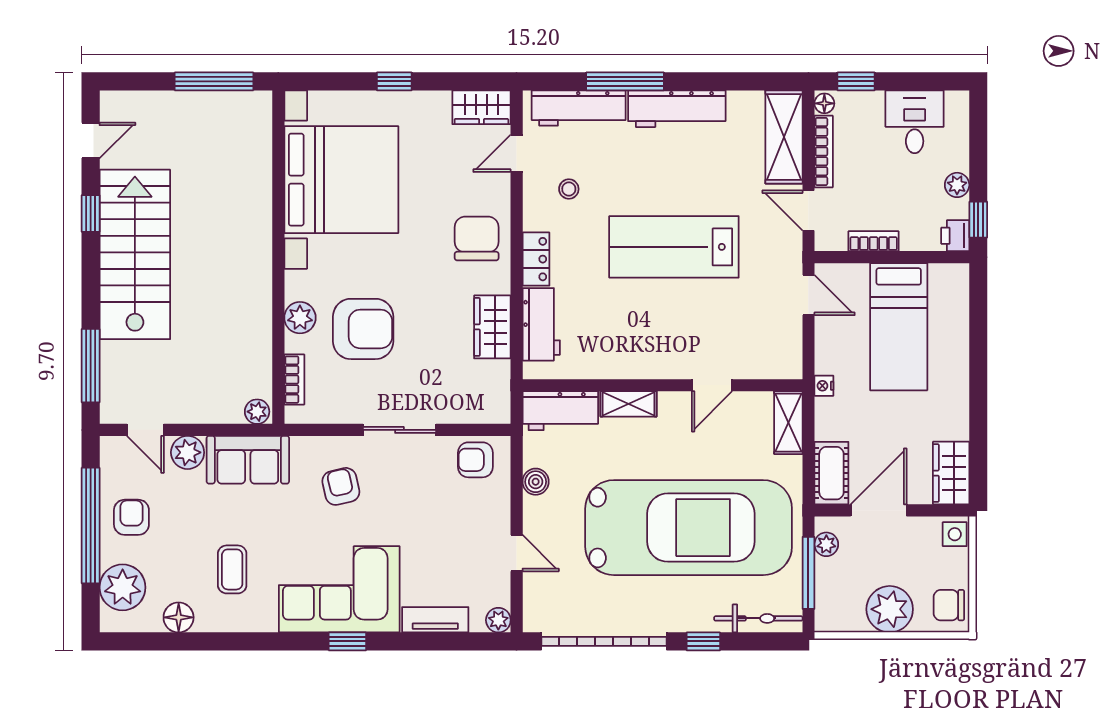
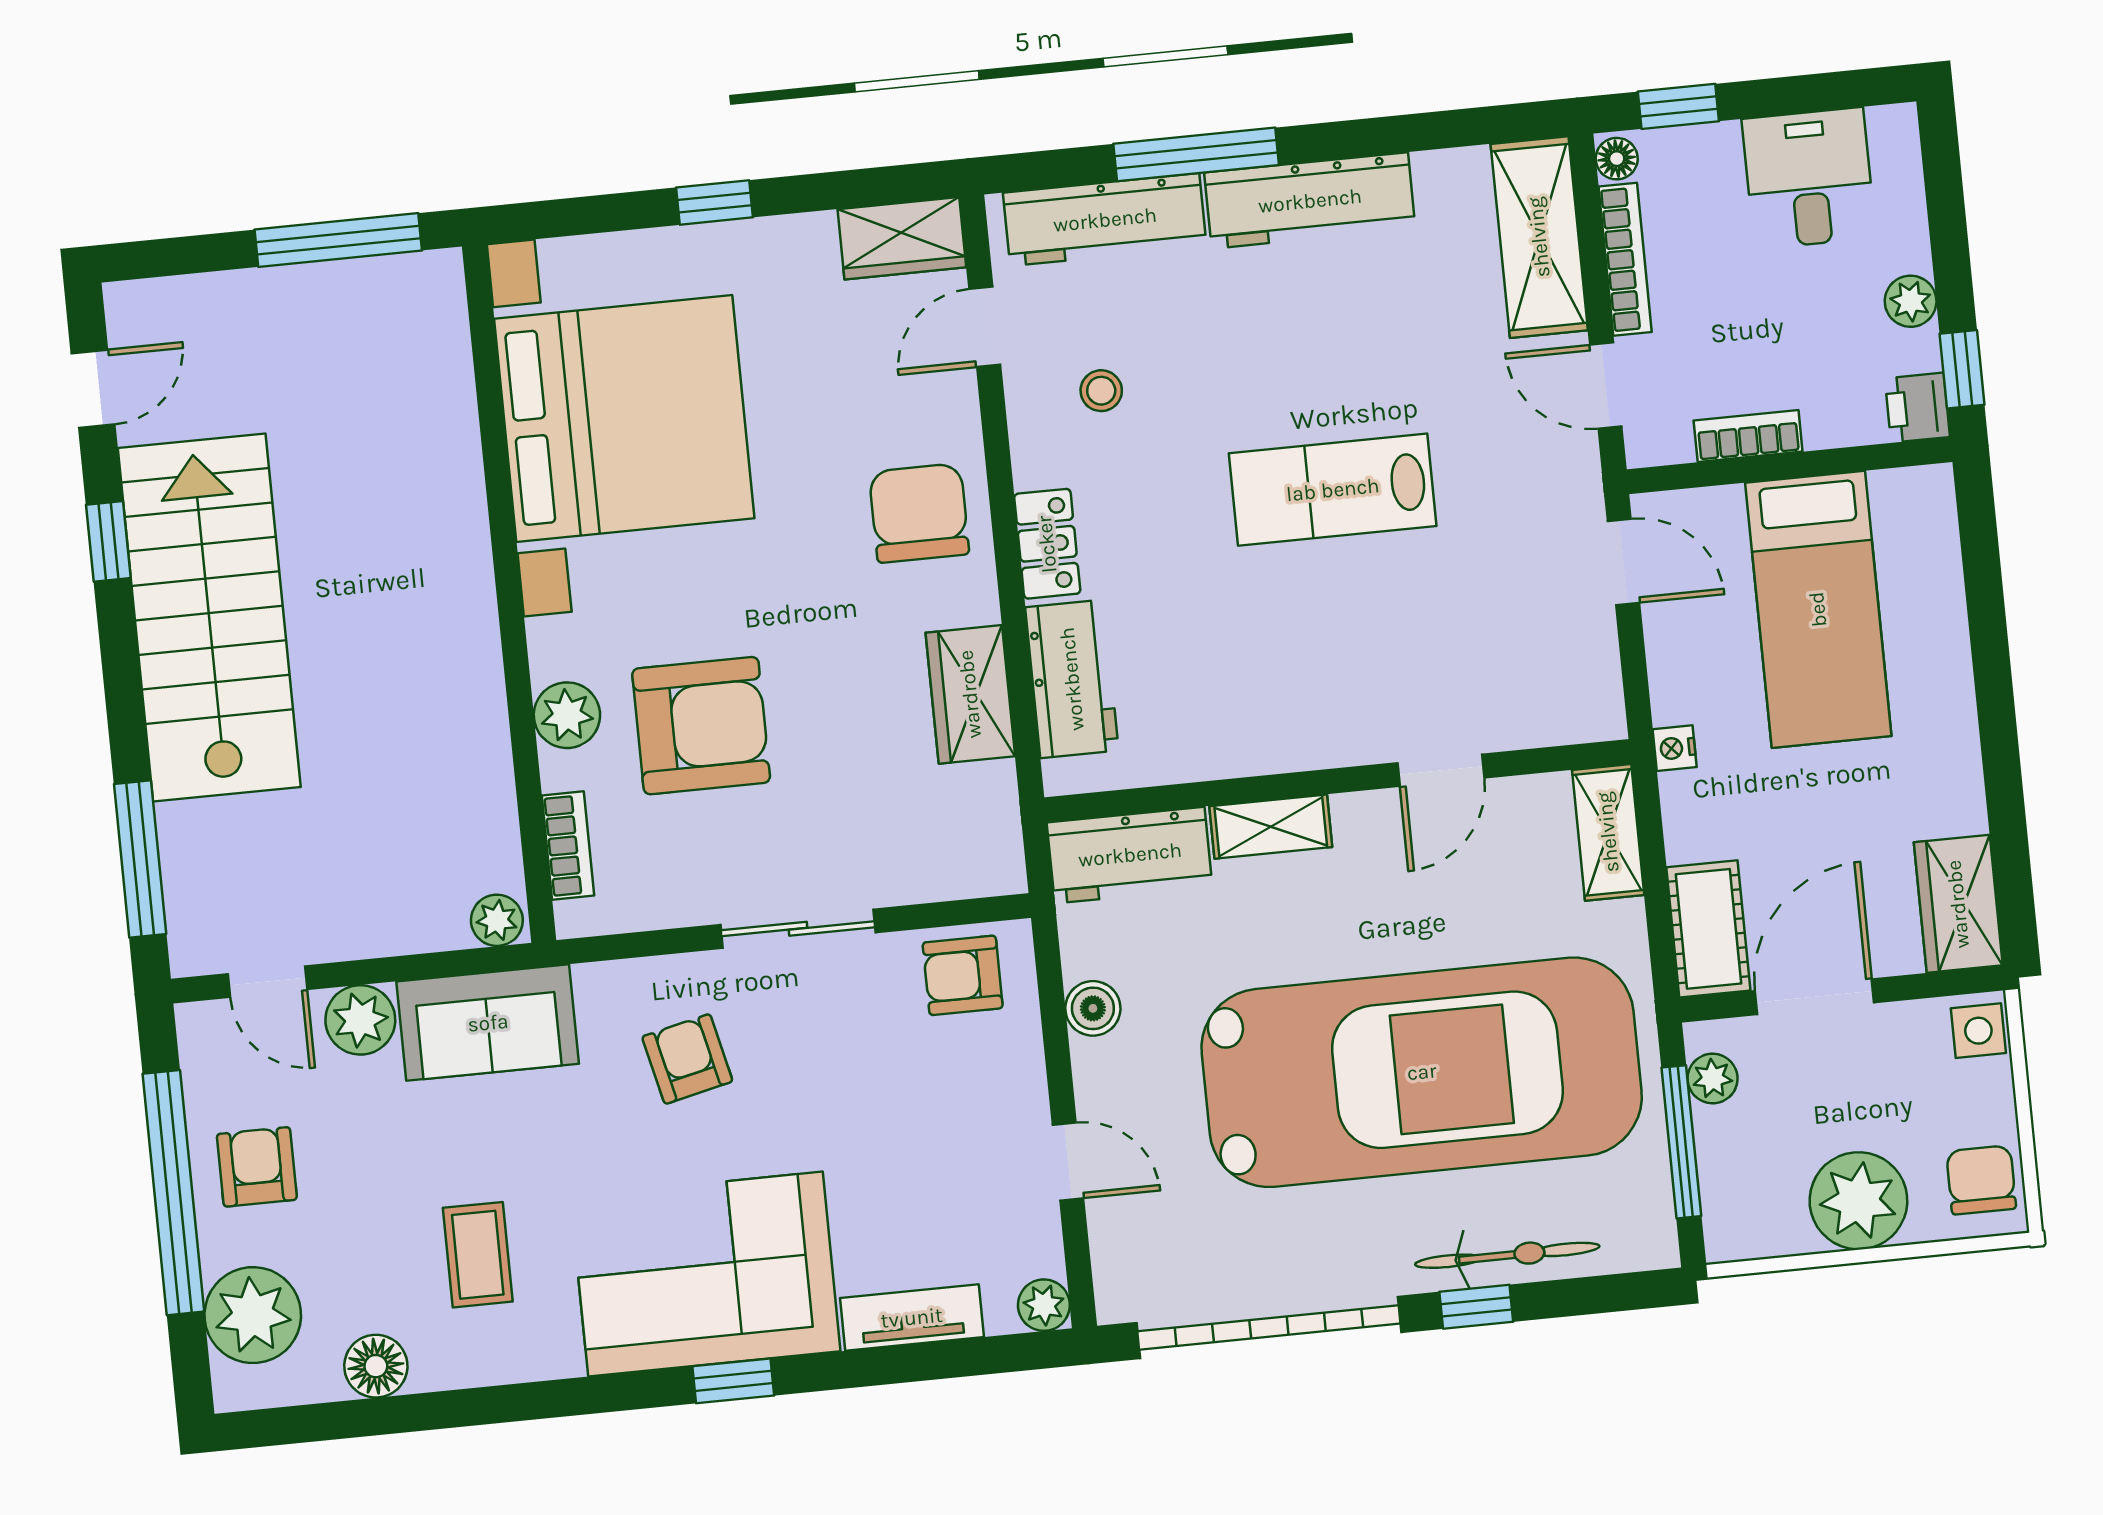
lab bench: (674, 247) -> (1333, 490), width x0.73, depth x0.72
chair: (949, 605) -> (1981, 1180), turned 90
bicycle: (758, 618) -> (1507, 1255), moved

